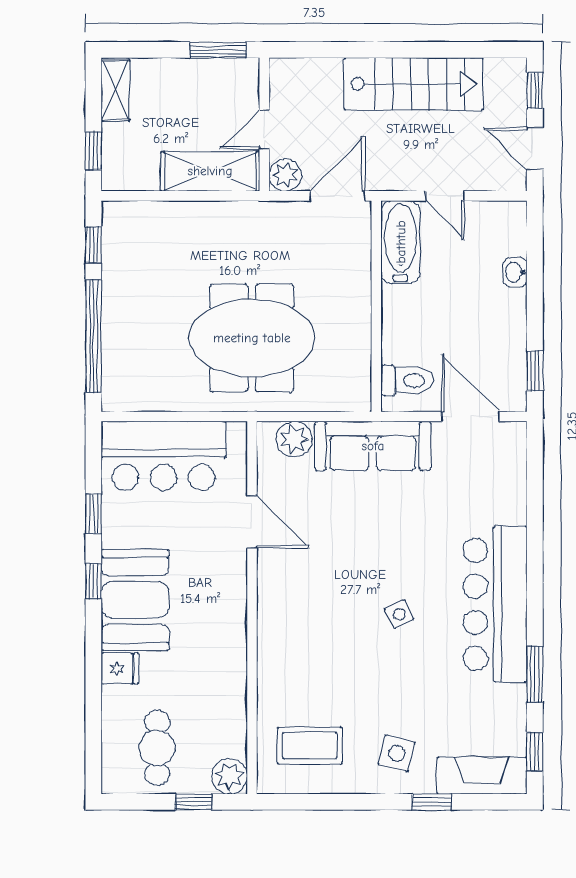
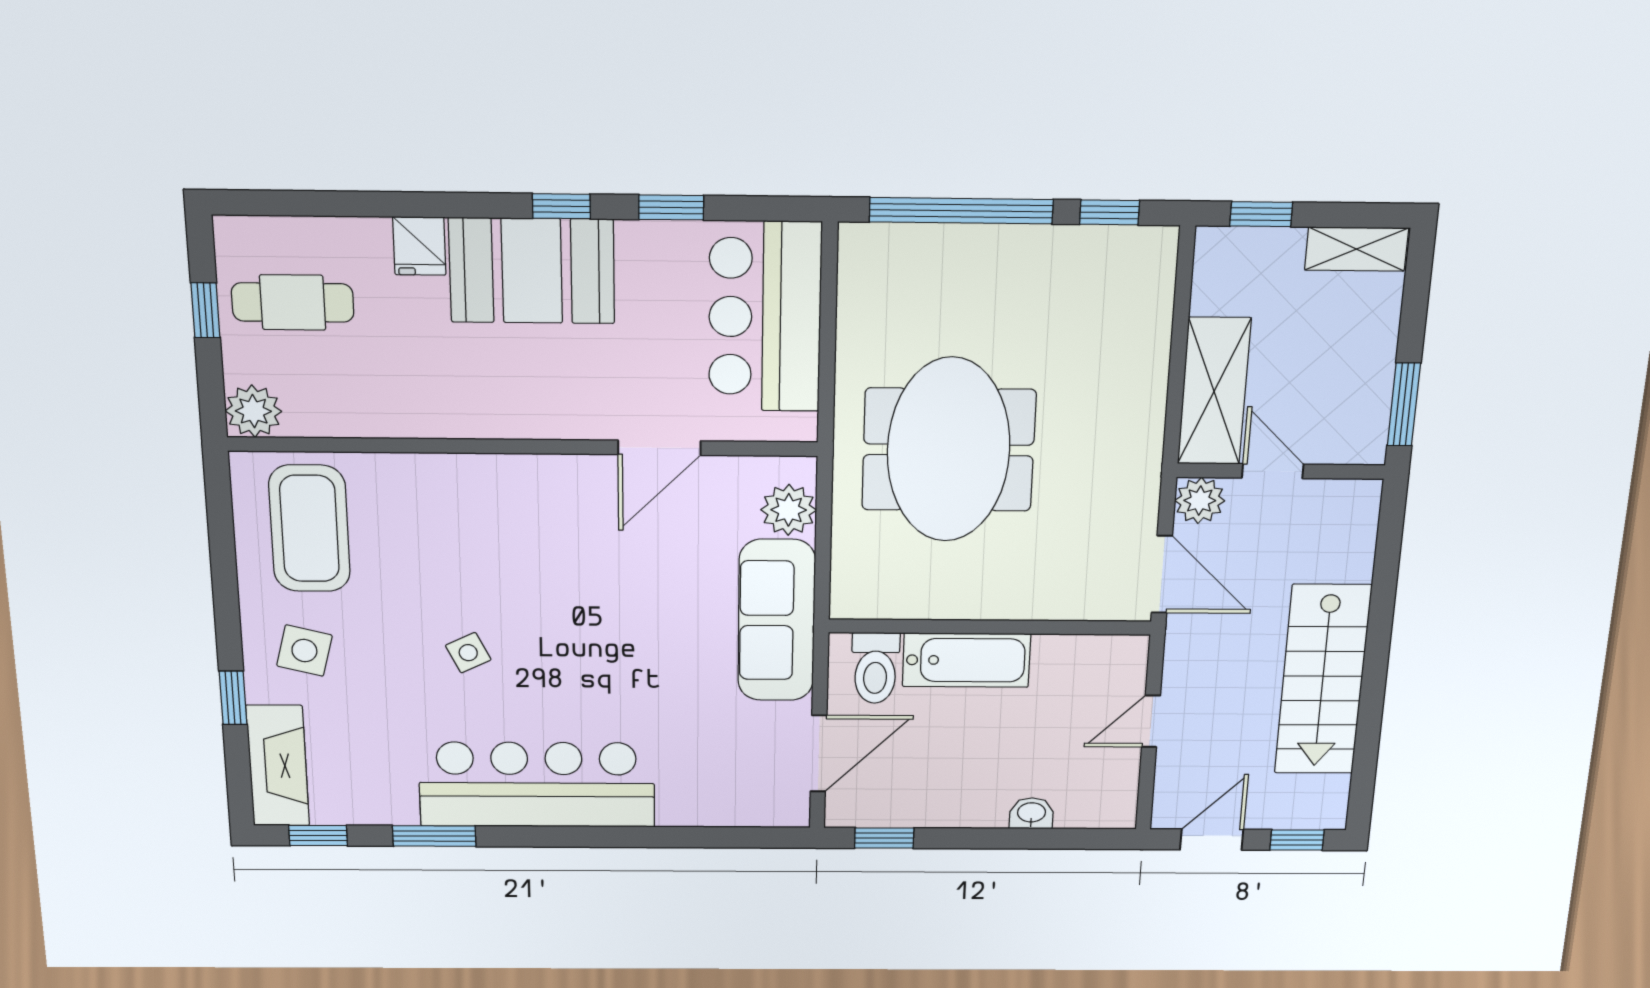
bathtub: (401, 242) -> (966, 660), moved
side table: (399, 614) -> (468, 653), moved
coffee table: (310, 746) -> (309, 529), width x1.36, depth x1.32
window: (194, 802) -> (205, 310), moved

